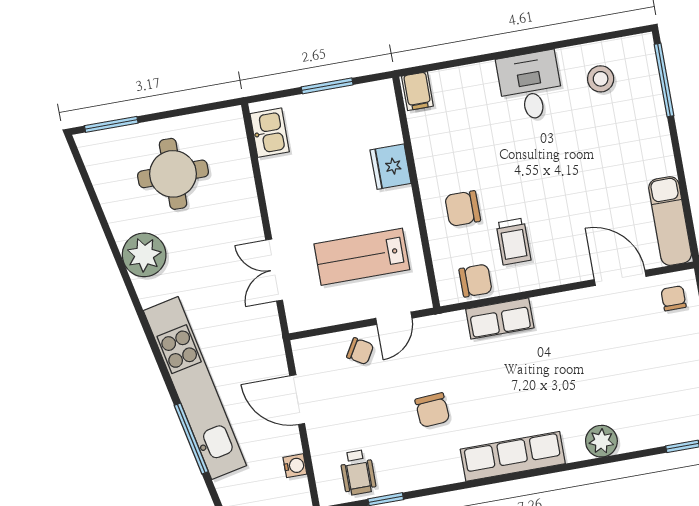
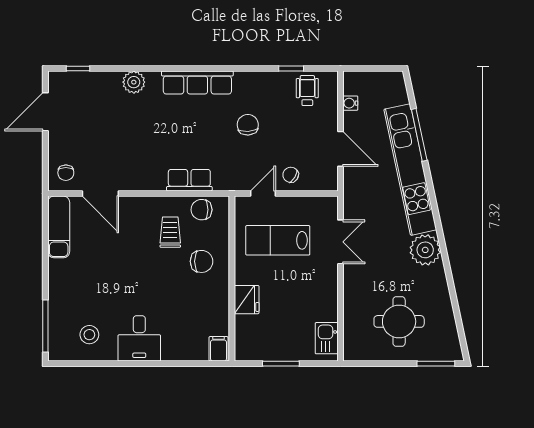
plant: (144, 255) -> (425, 250), moved
lab bench: (362, 257) -> (278, 240), turned 180

